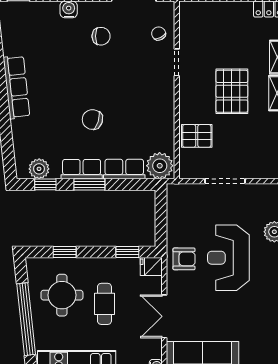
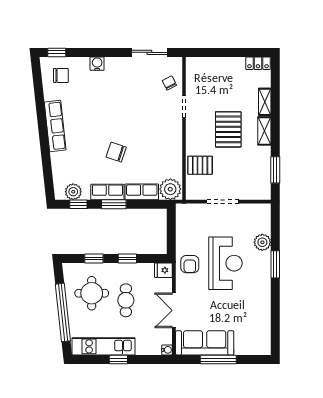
chair: (101, 36) -> (61, 75), moved
window: (127, 252) -> (127, 259), moved
reception desk: (228, 258) -> (225, 263), turned 180
armchair: (184, 259) -> (190, 264), turned 90

